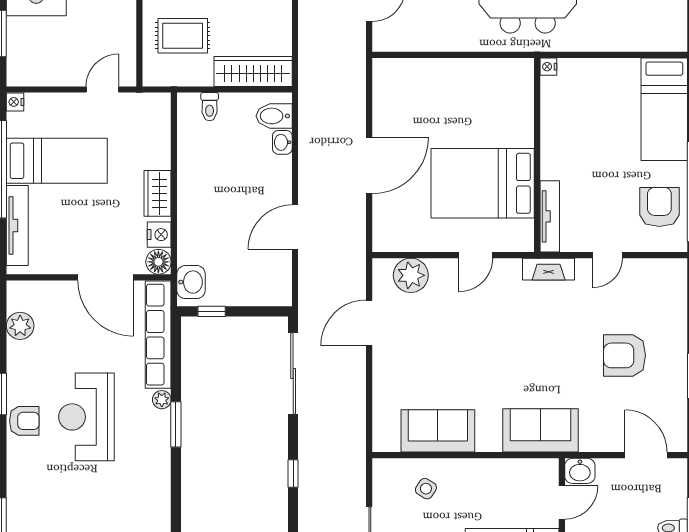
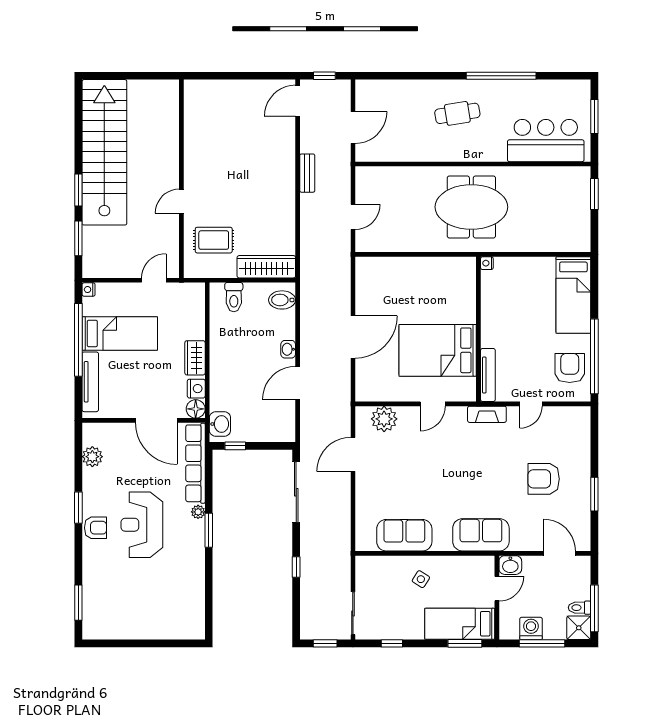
toilet: (210, 107) -> (234, 297), width x1.37, depth x1.39
washbasin: (282, 142) -> (288, 349), moved
side table: (426, 489) -> (421, 579), moved

